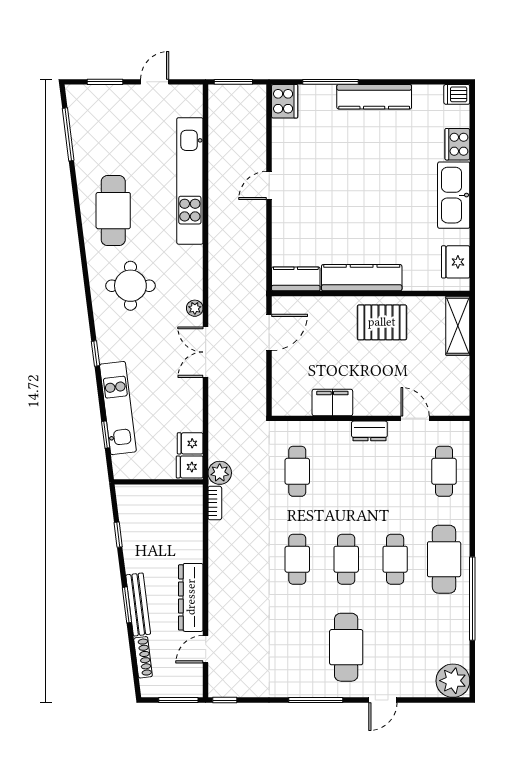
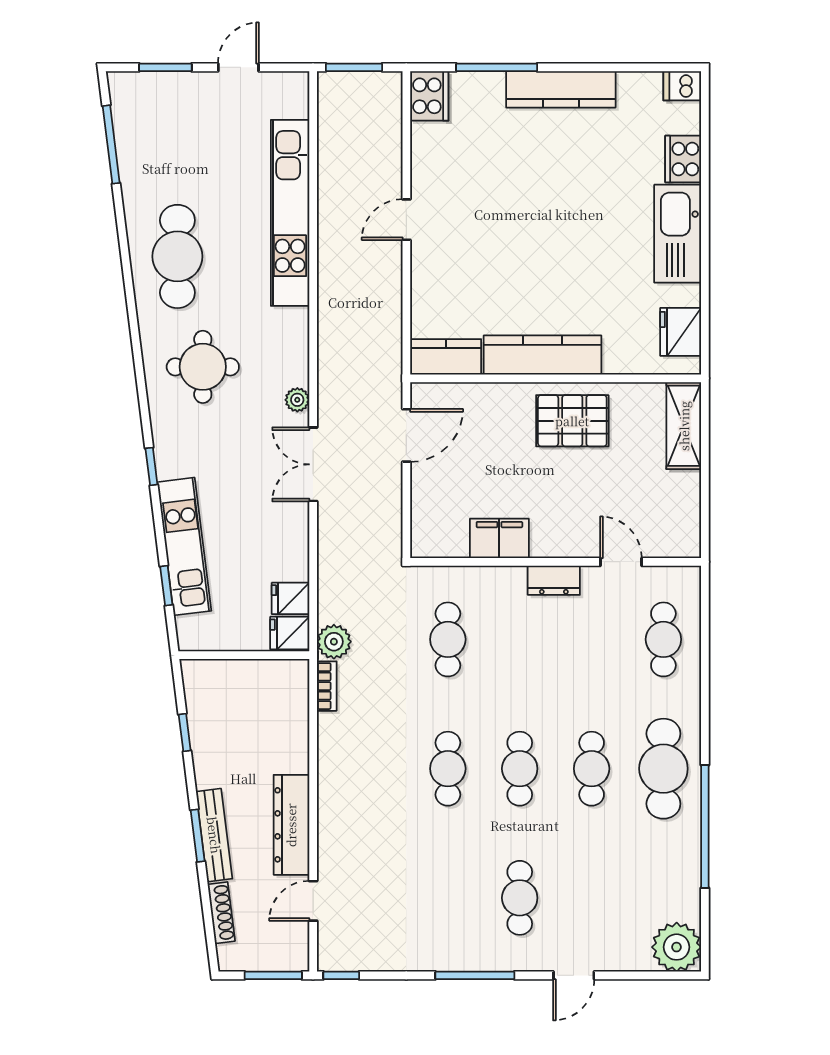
cafe table: (346, 647) -> (520, 898), width x0.73, depth x0.74

